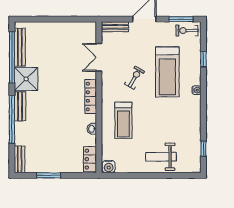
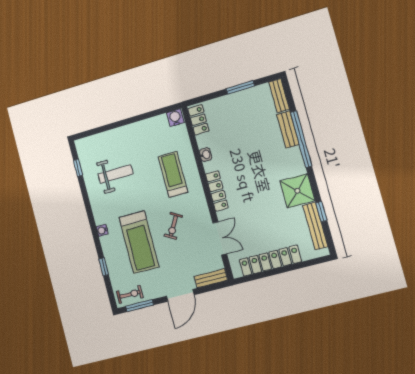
locker: (63, 29) -> (270, 261), added
window: (12, 57) -> (321, 212), width x0.32
treadmill: (167, 72) -> (139, 242), turned 180
bench: (20, 106) -> (288, 129), moved
weight bench: (161, 157) -> (116, 174), moved

